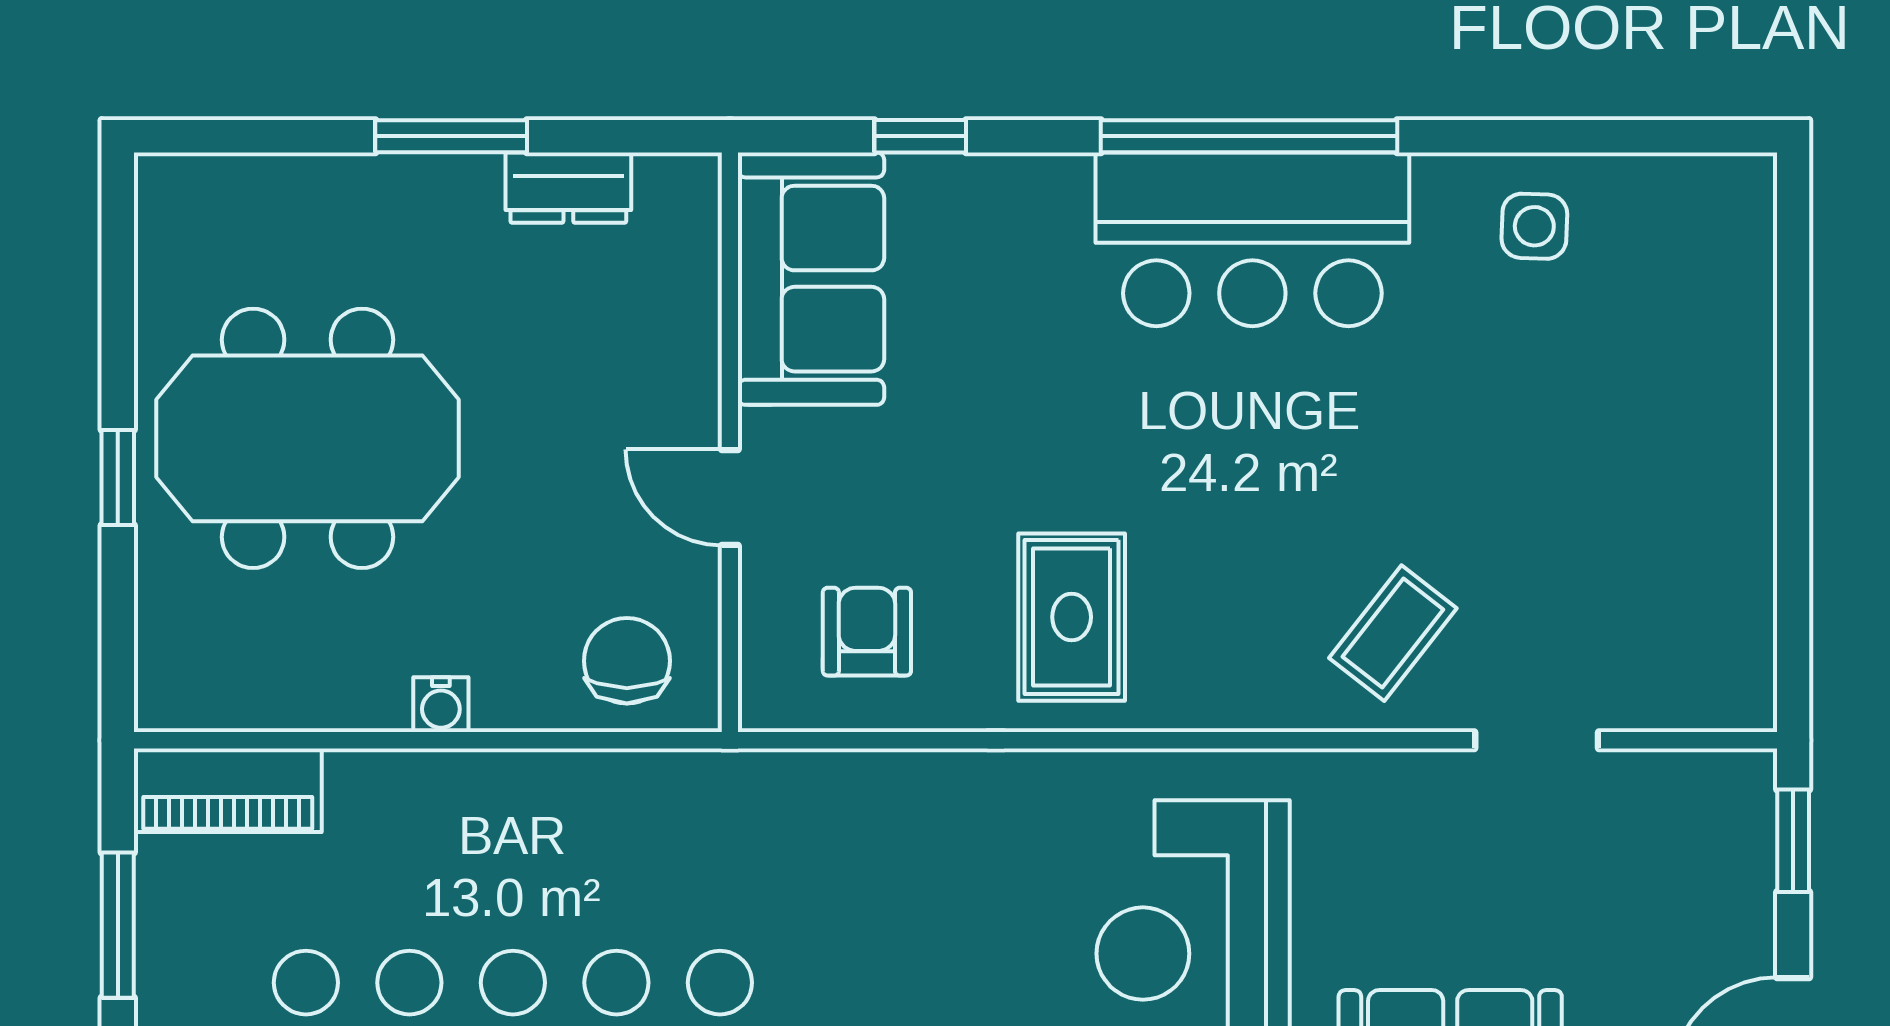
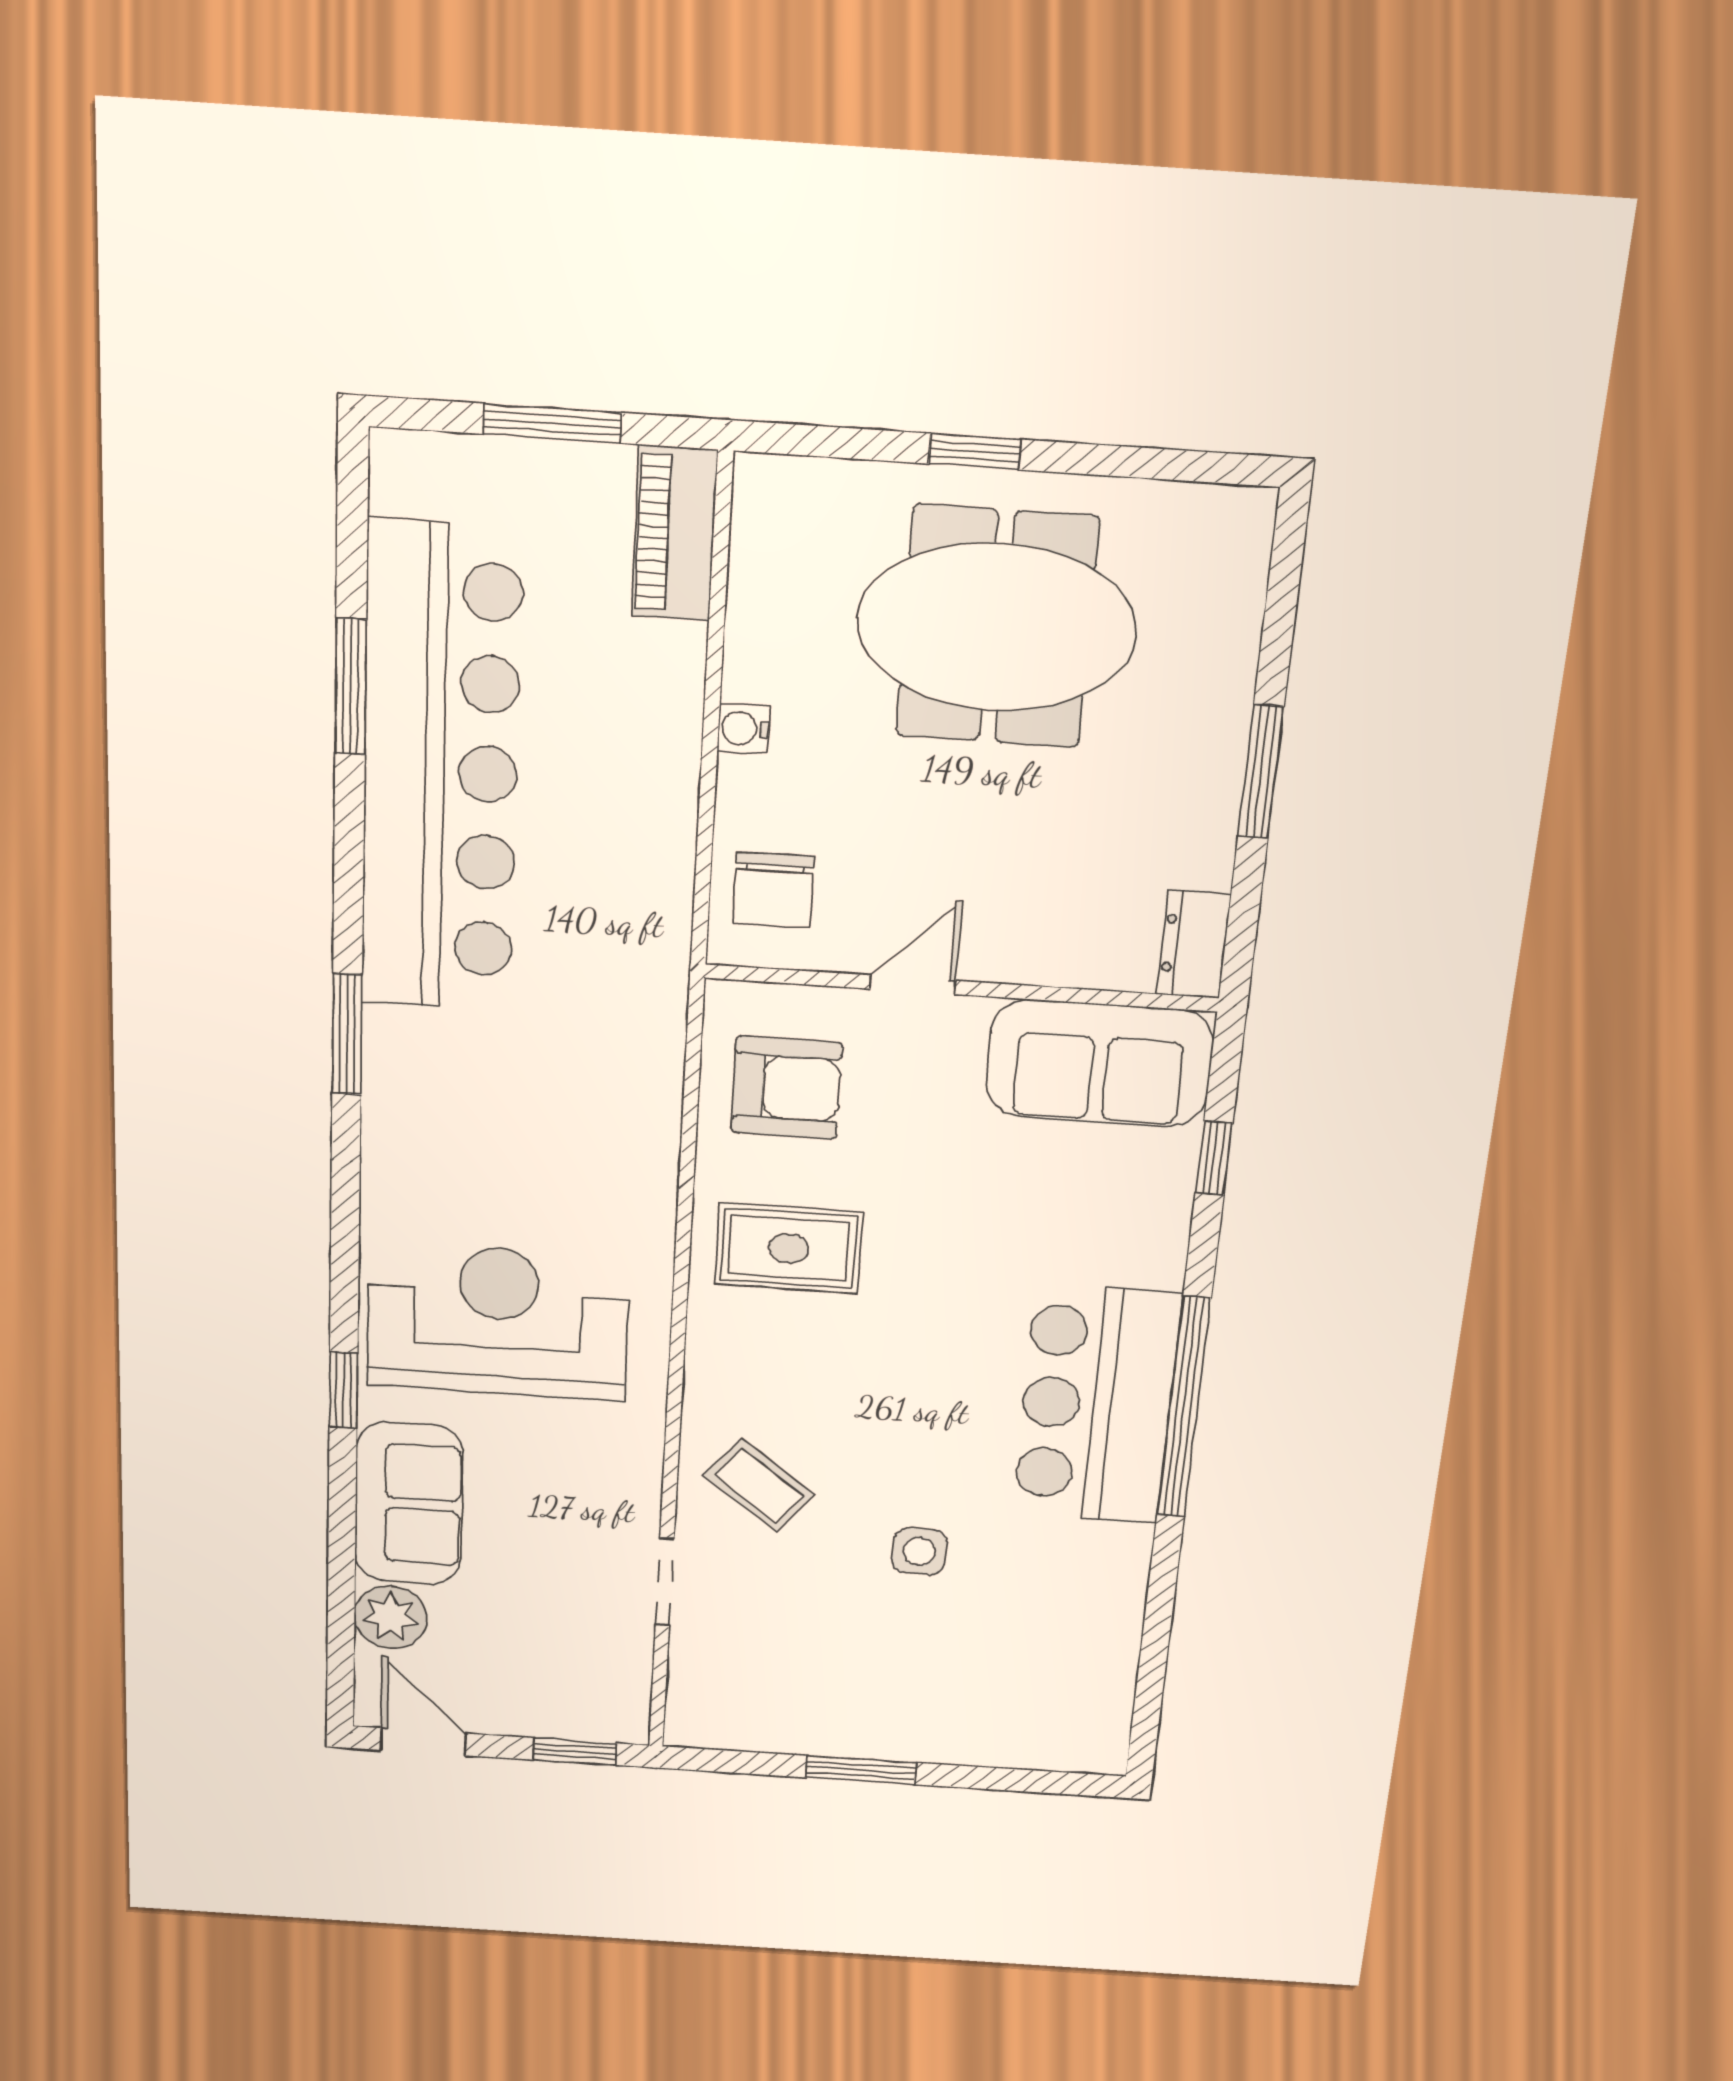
dresser: (568, 188) -> (1194, 945), moved
side table: (1534, 226) -> (919, 1551), moved
meeting table: (307, 438) -> (997, 627), turned 90
window: (1793, 483) -> (861, 1770), added
armchair: (867, 632) -> (787, 1088), width x1.38, depth x1.38
chair: (627, 661) -> (773, 890), turned 90

